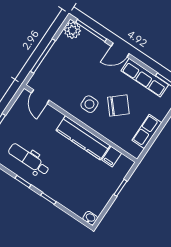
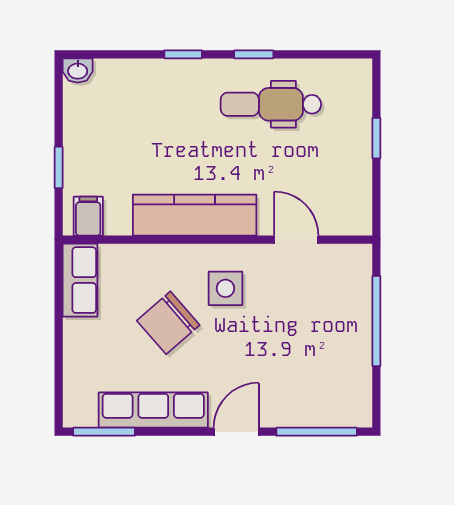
plant: (72, 30) -> (353, 408), removed
door: (40, 97) -> (296, 240), moved
row of seats: (147, 131) -> (80, 280), moved
filing cabinet: (112, 157) -> (88, 216), moved
dental chair: (29, 159) -> (271, 104), turned 180

